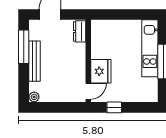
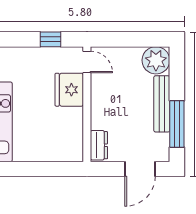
door: (88, 91) -> (87, 62), swing flipped
plant: (34, 97) -> (156, 60), width x1.88, depth x1.88

